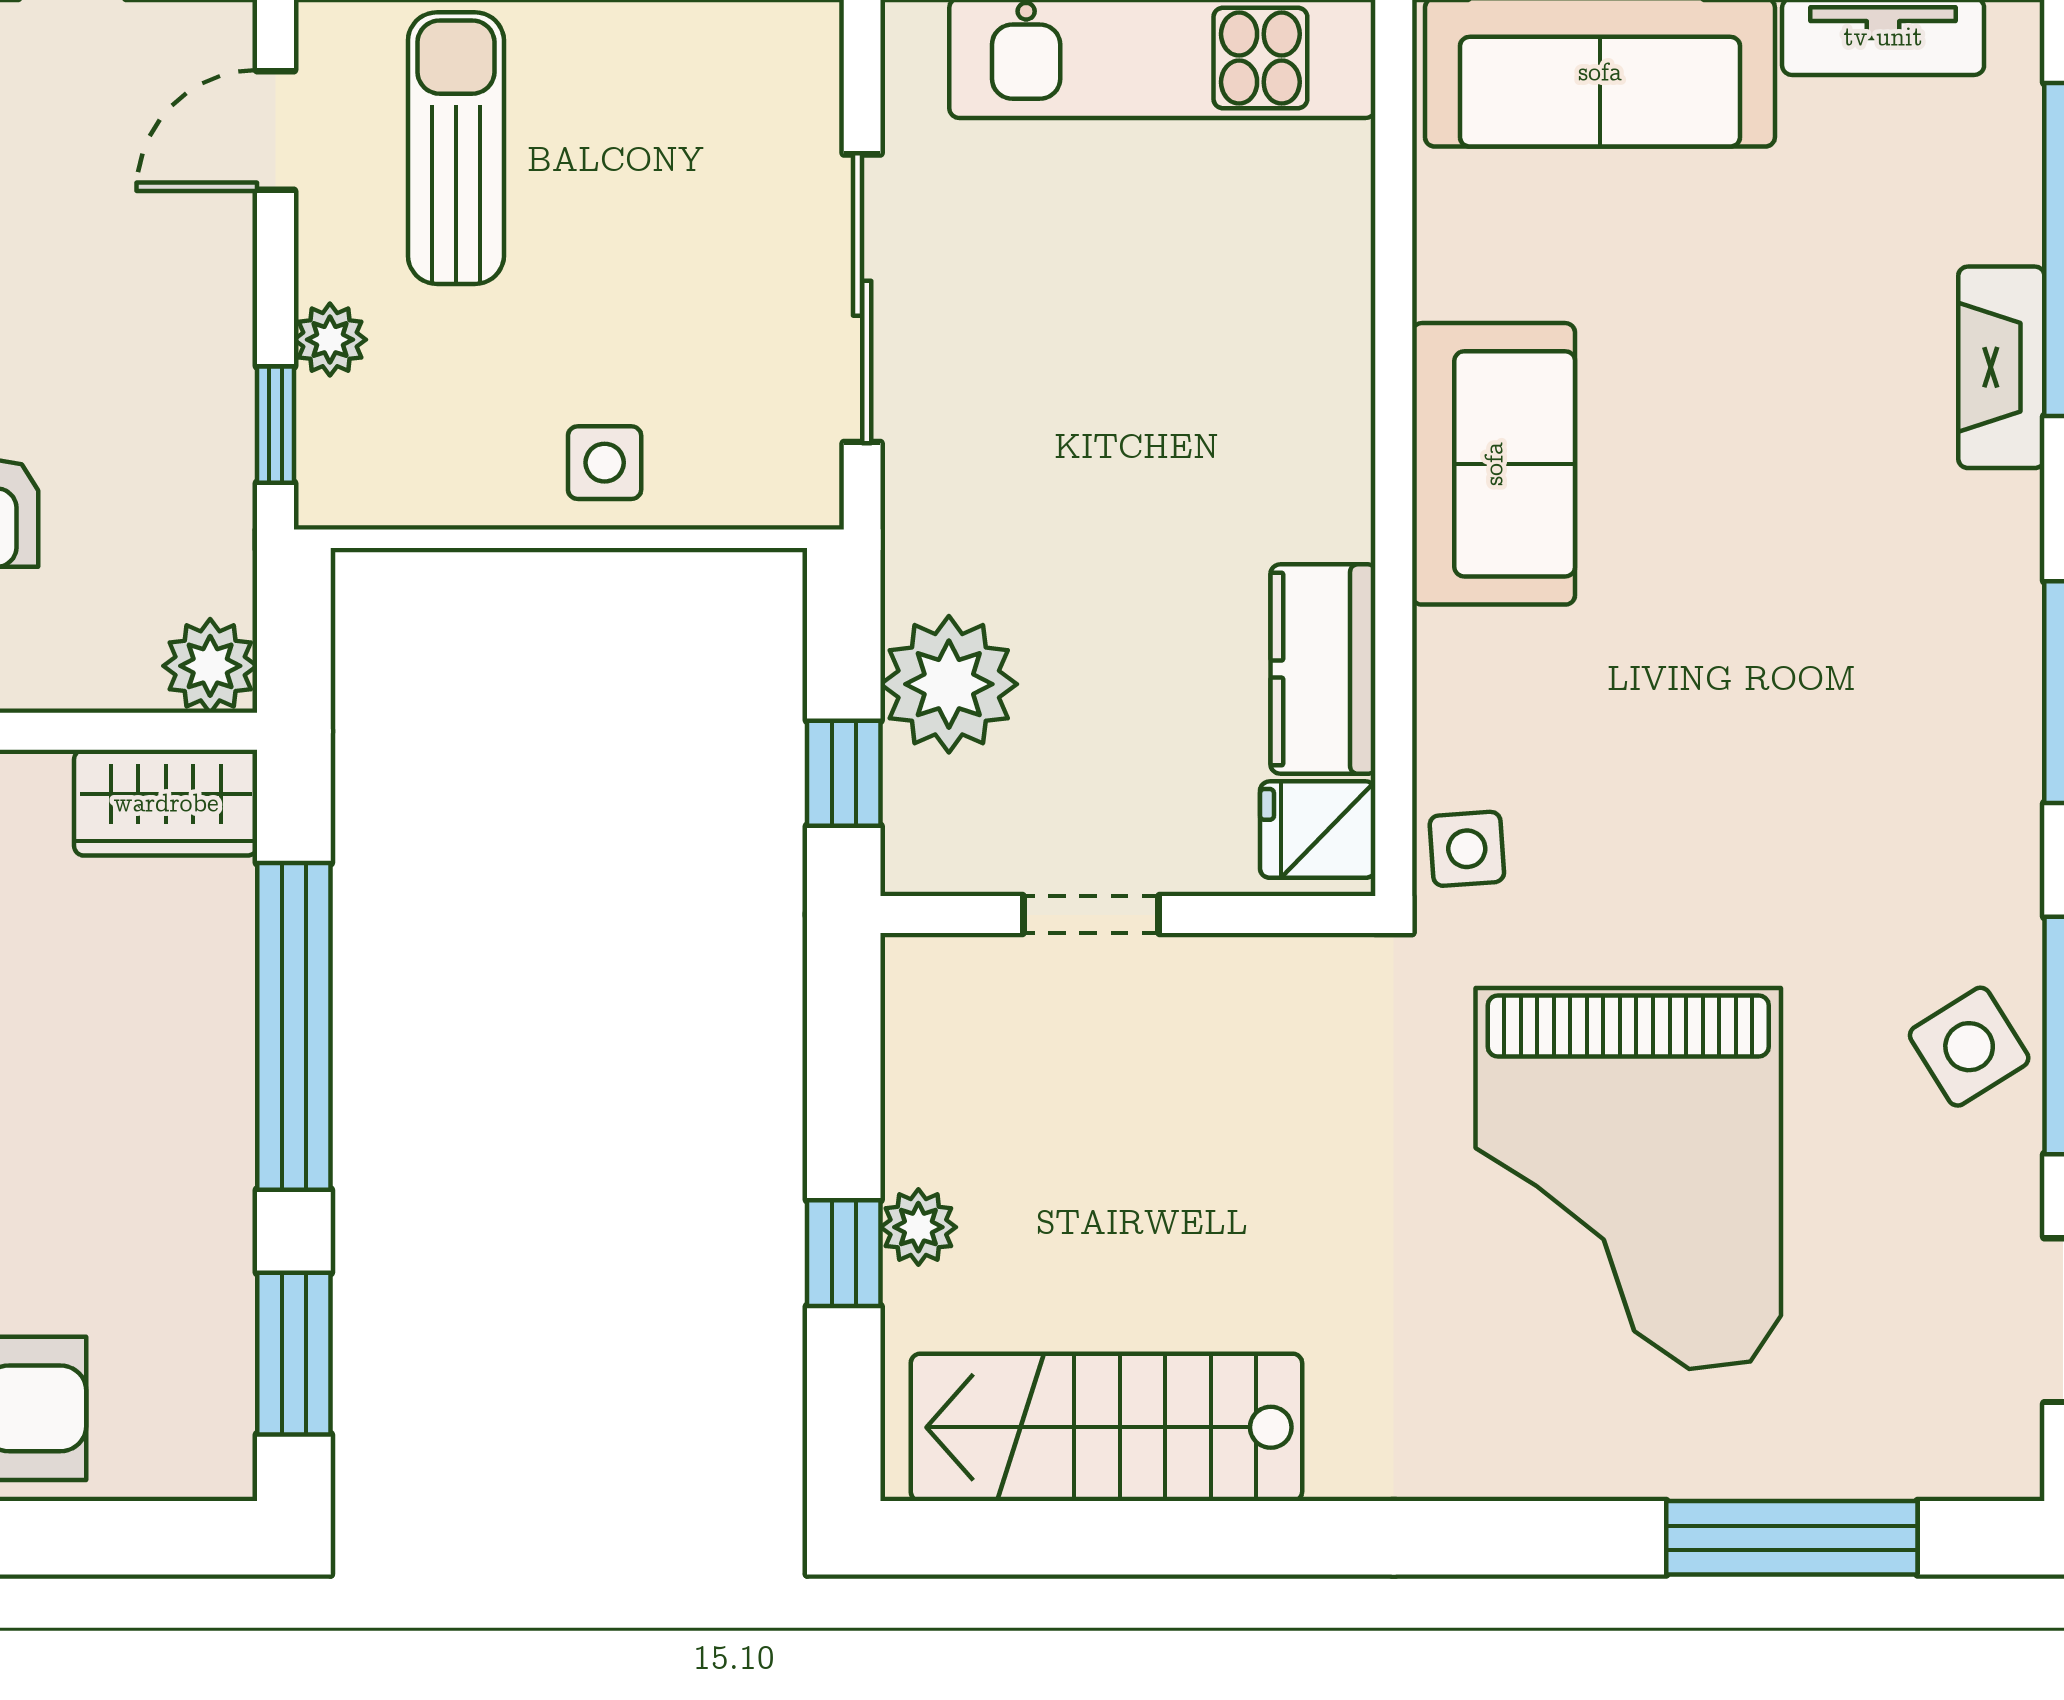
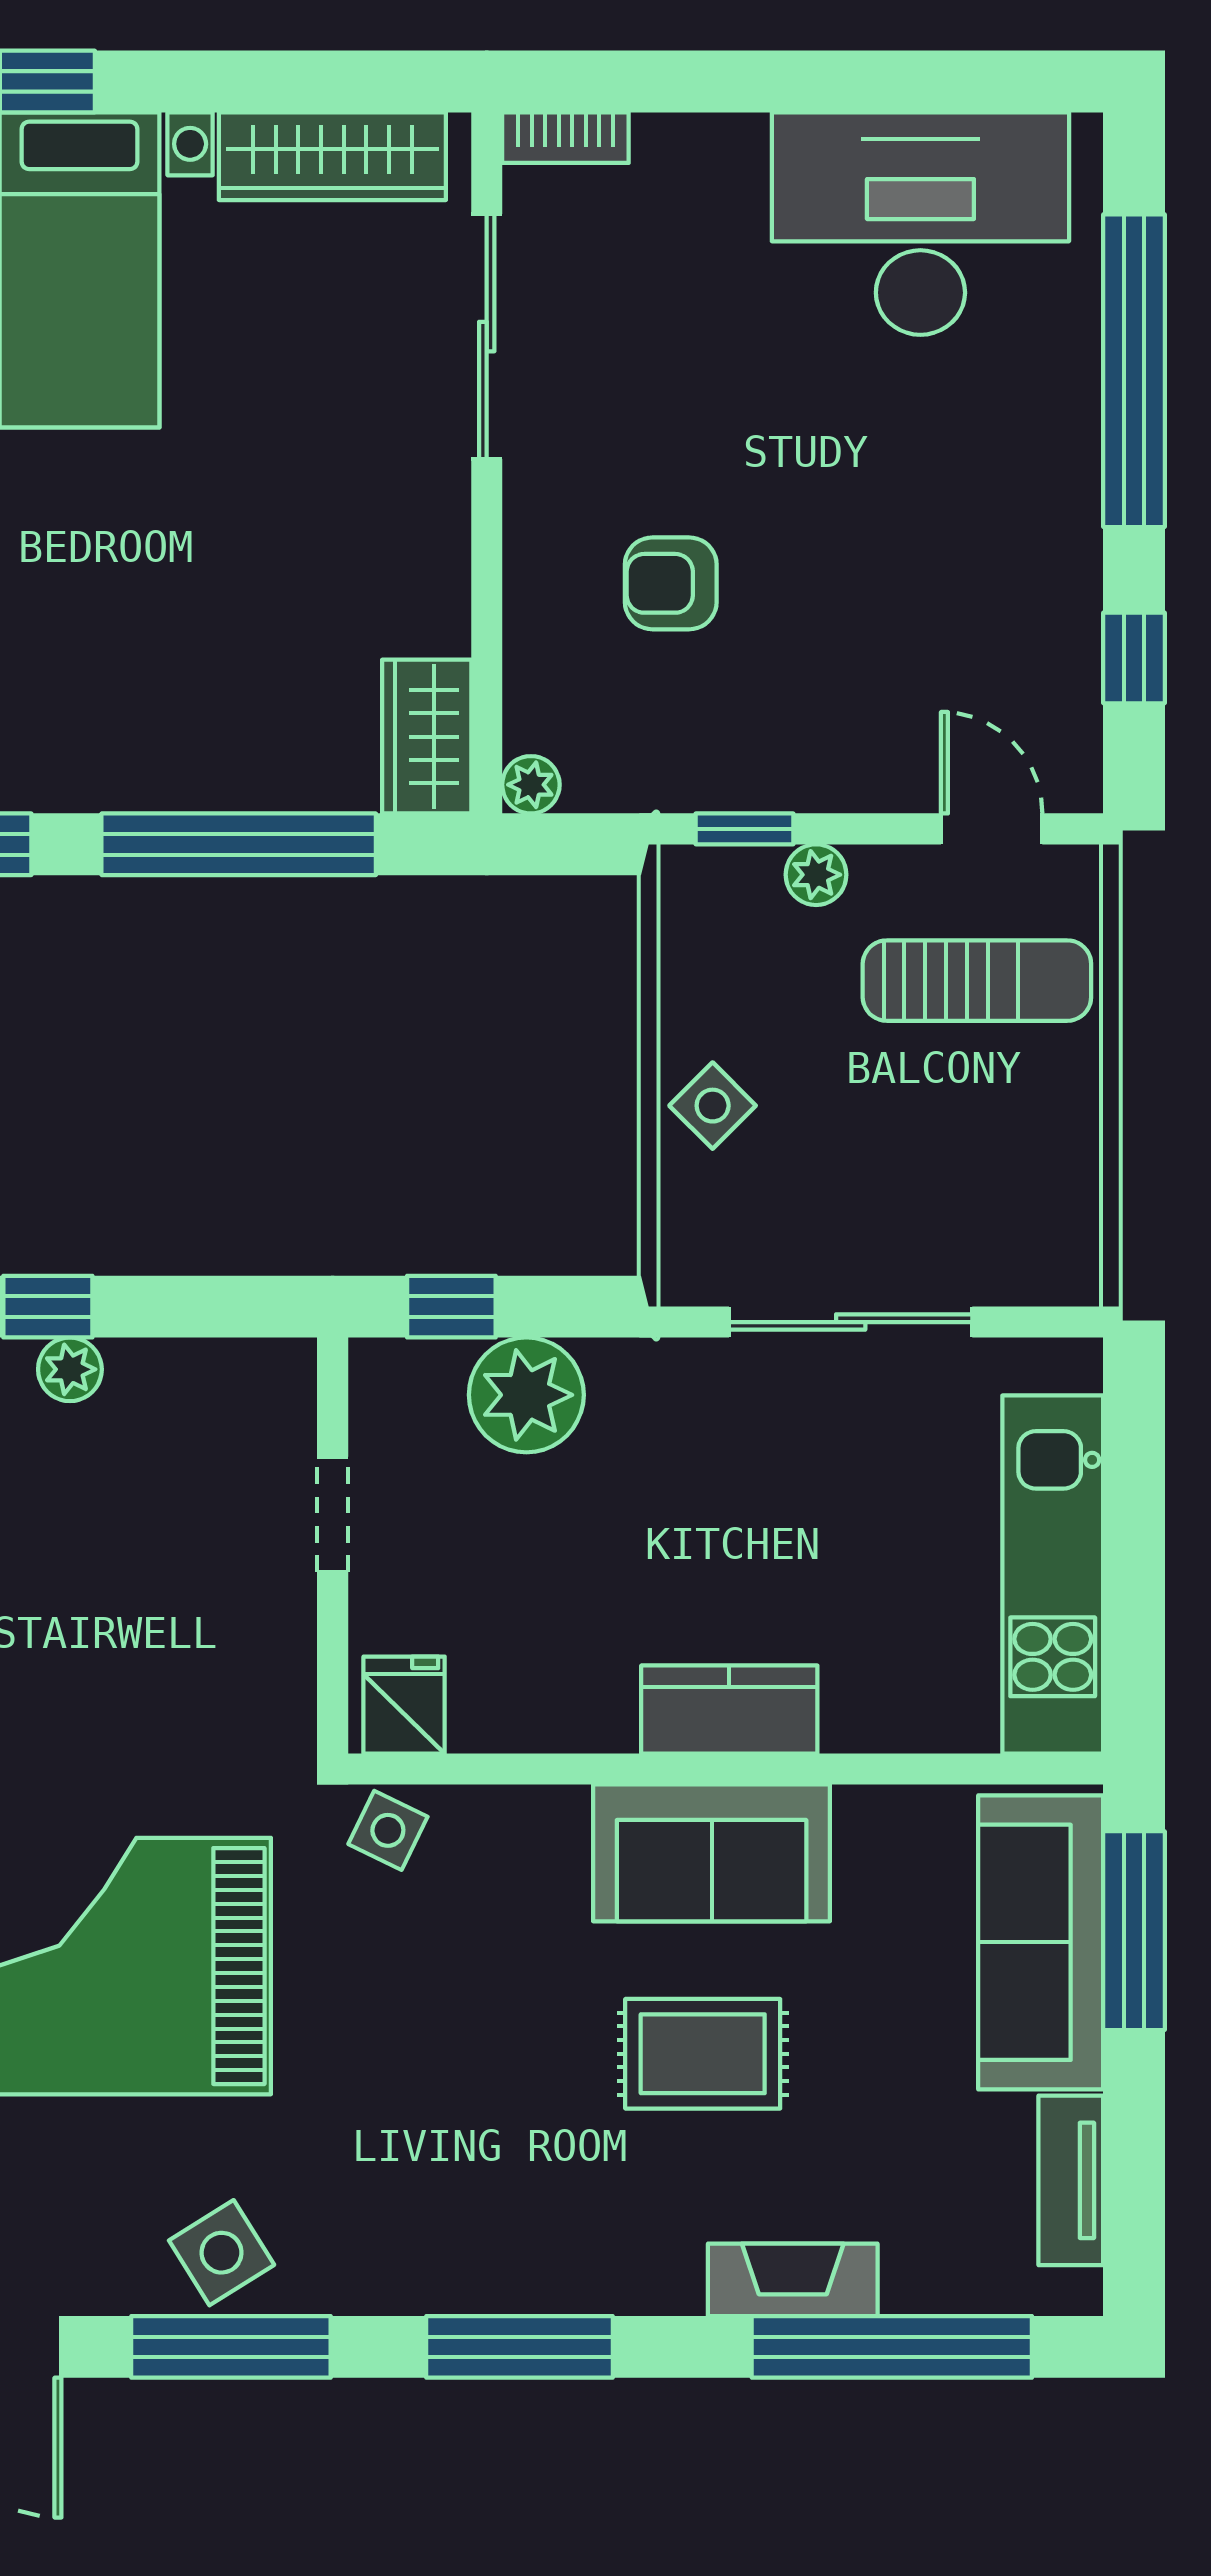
side table: (605, 463) -> (713, 1106), turned 45
rug: (1732, 474) -> (703, 2054), added
plant: (210, 666) -> (531, 785), width x0.73, depth x0.73
kitchen counter: (1323, 669) -> (729, 1709), moved
side table: (1467, 849) -> (388, 1830), turned 30

